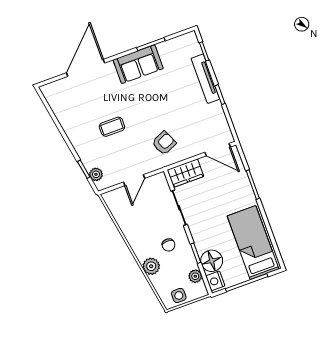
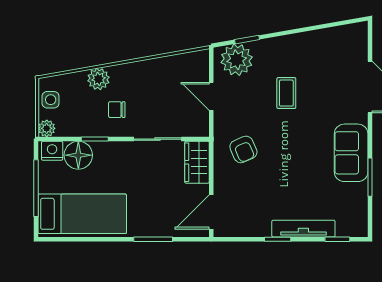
plant: (96, 174) -> (237, 60), width x1.87, depth x1.87
plant: (195, 276) -> (47, 128), moved

